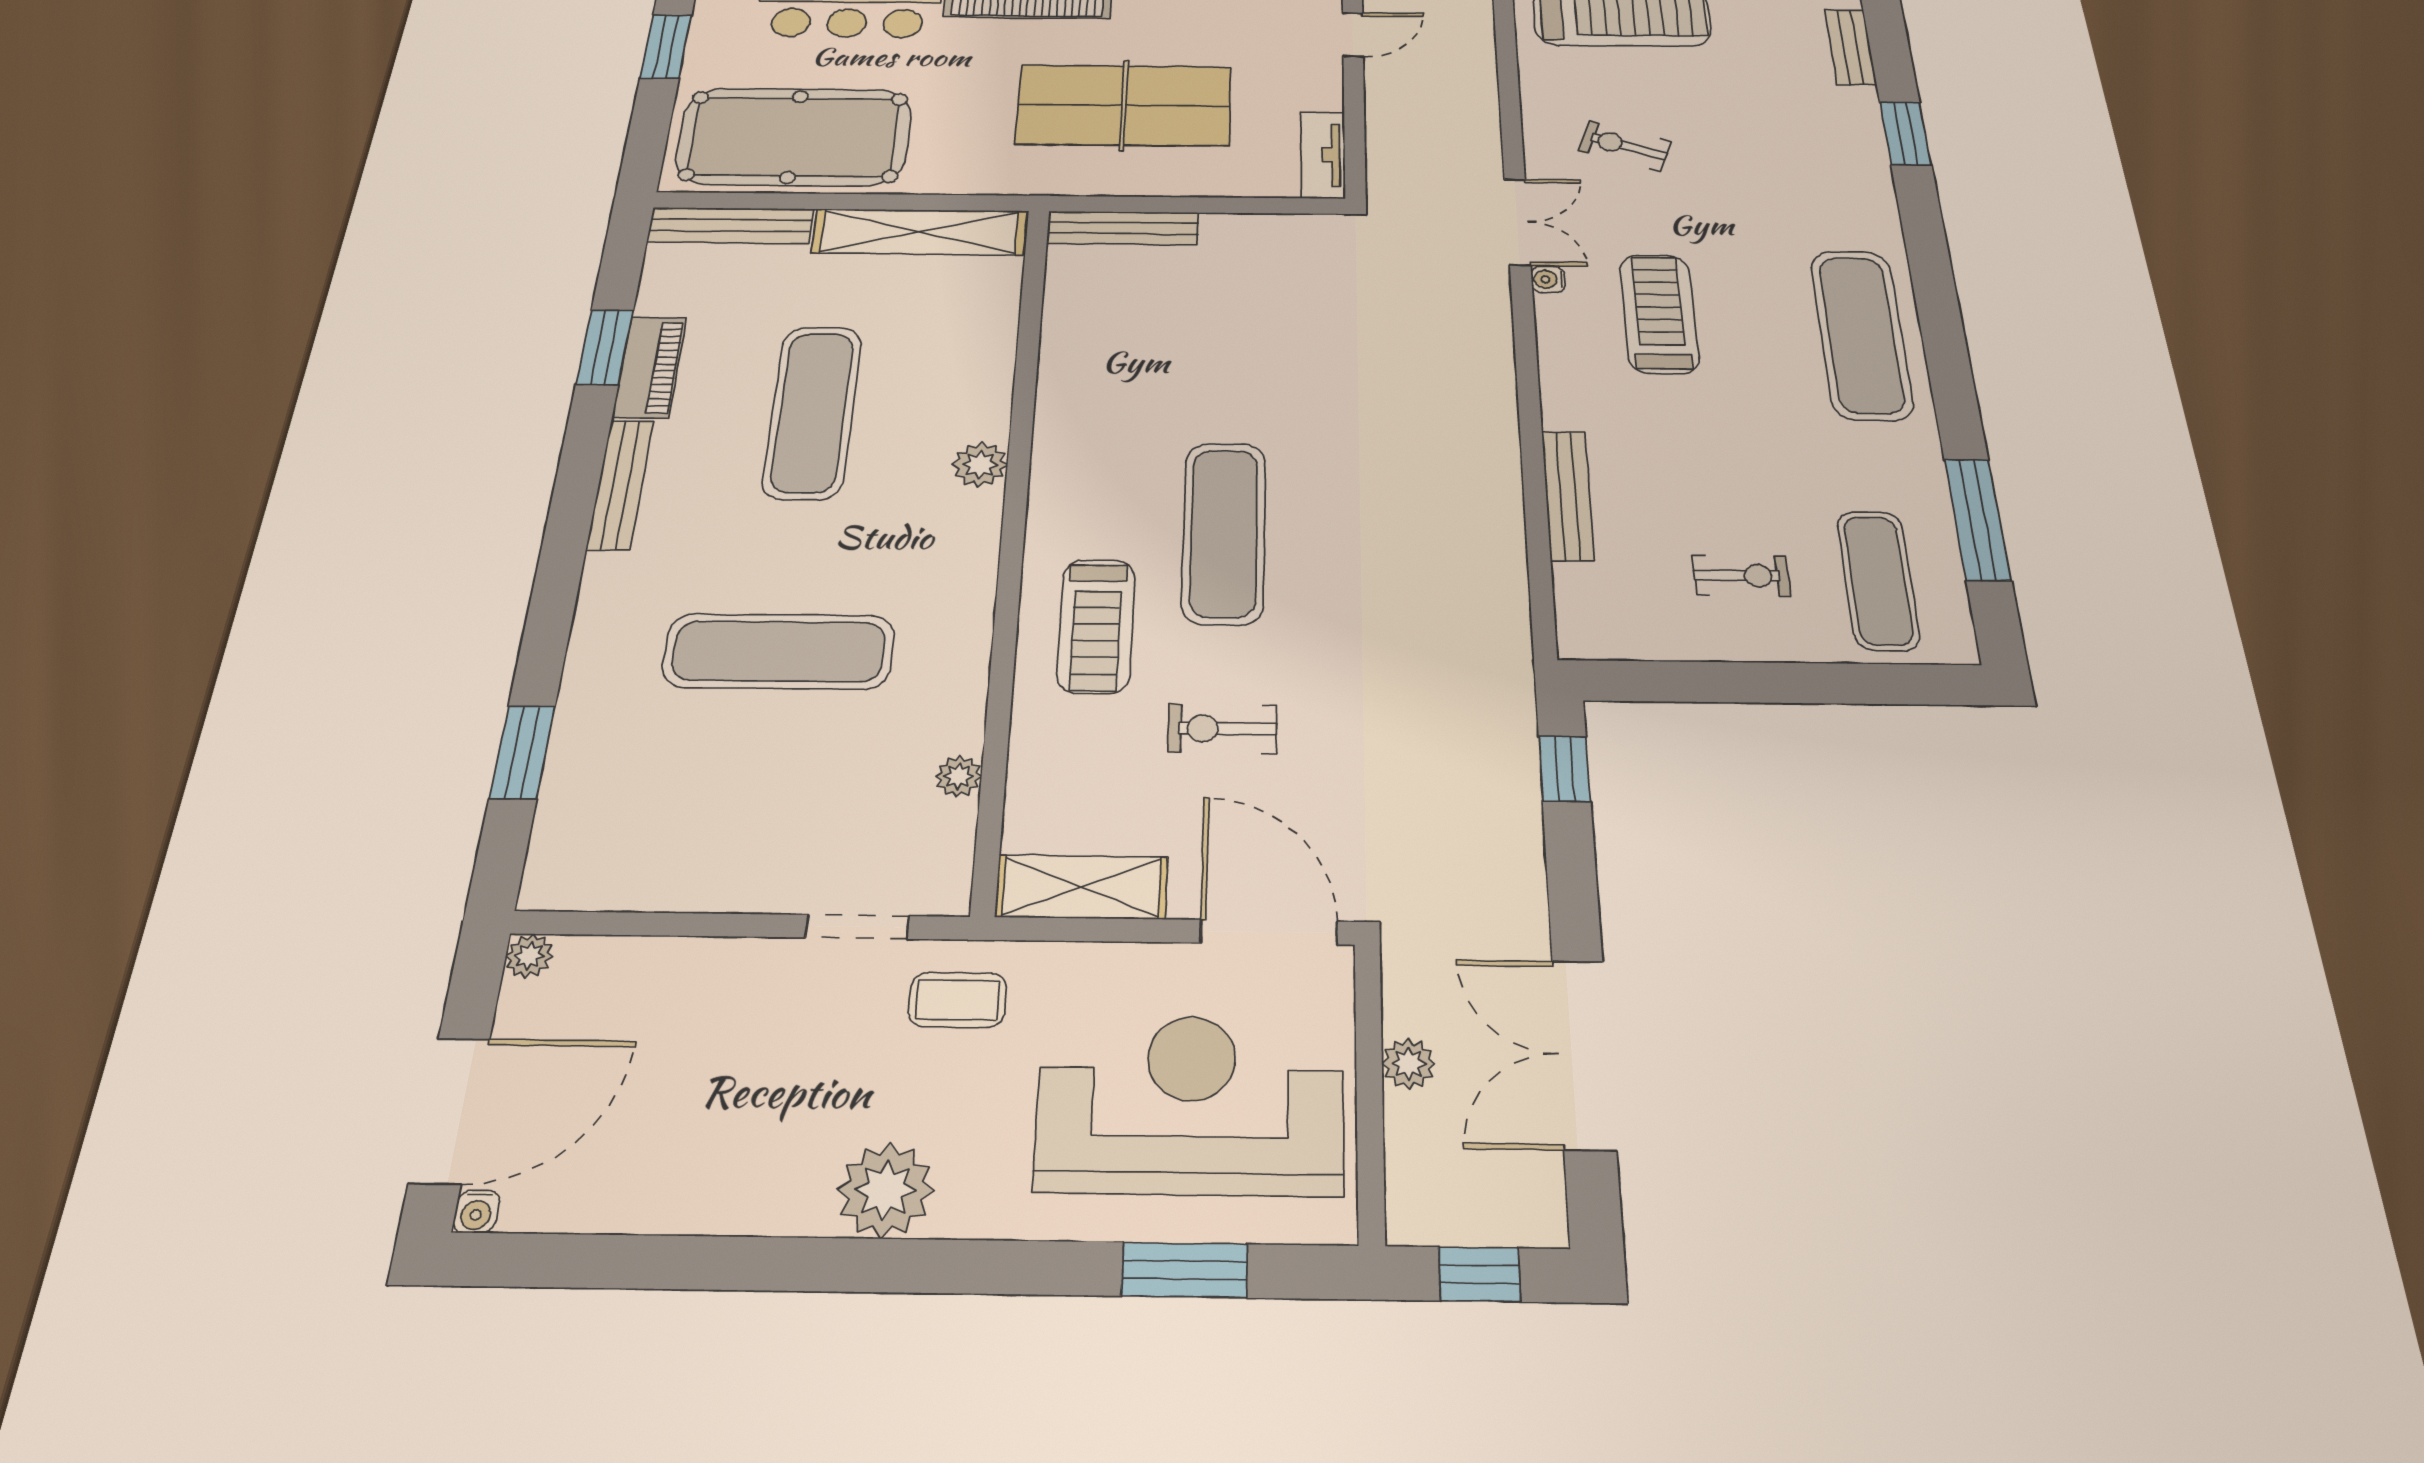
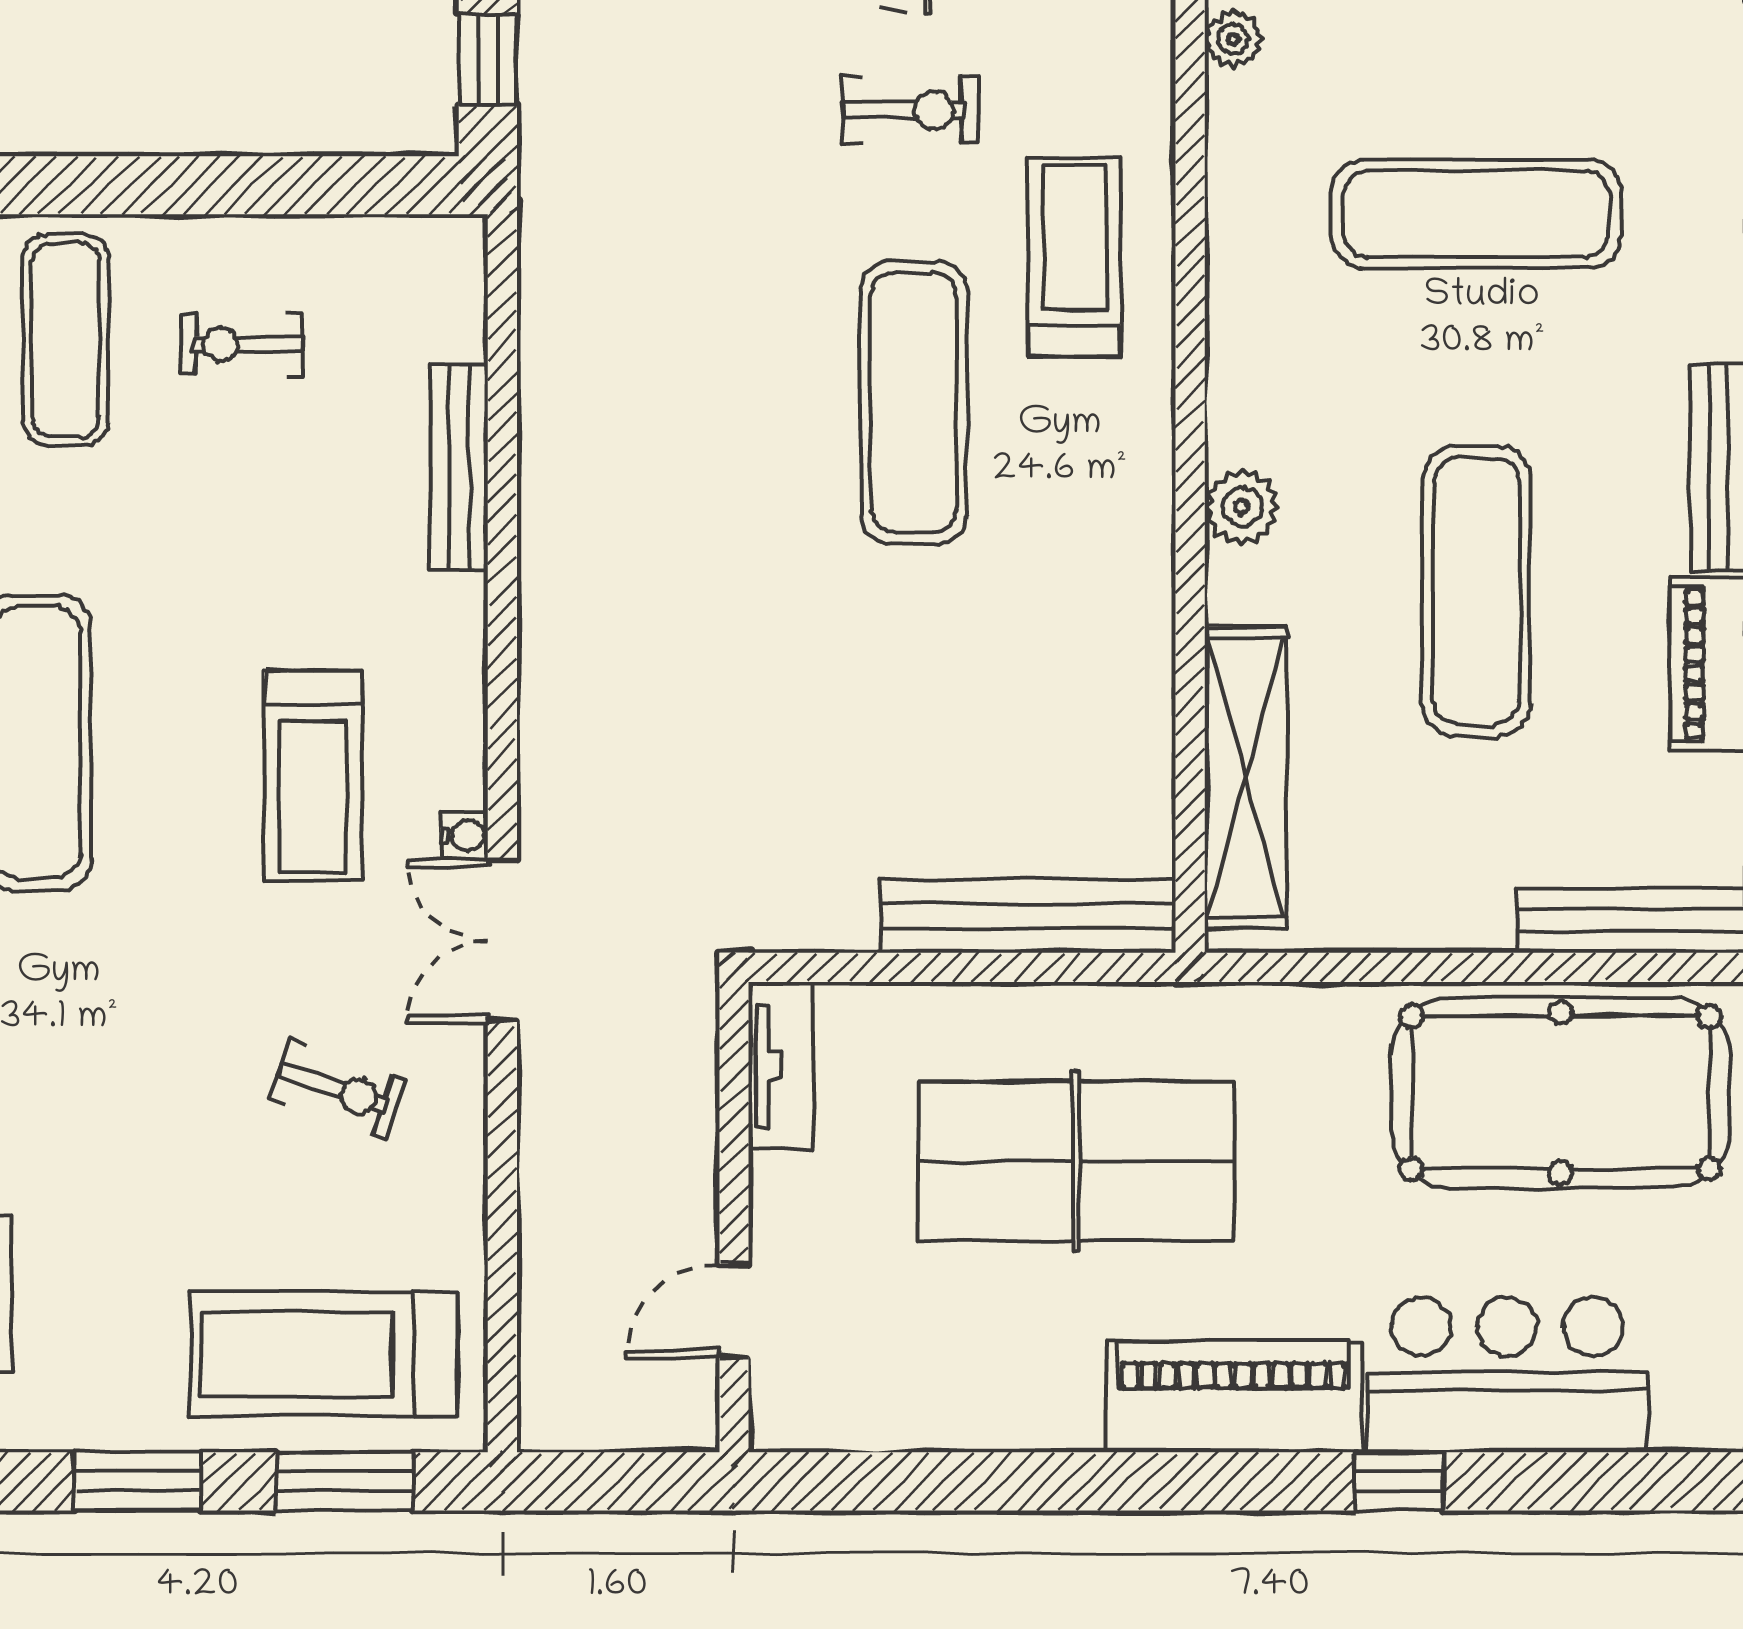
bench: (1123, 228) -> (1028, 916), width x1.37, depth x1.21
shelving: (920, 232) -> (1246, 778), moved, turned 90

